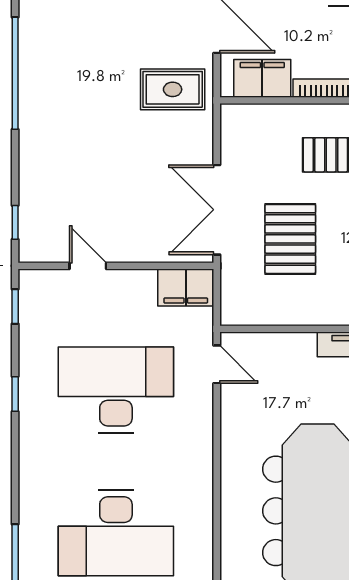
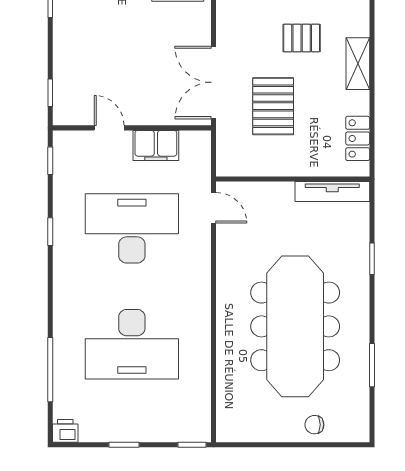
filing cabinet: (186, 287) -> (156, 145), moved

